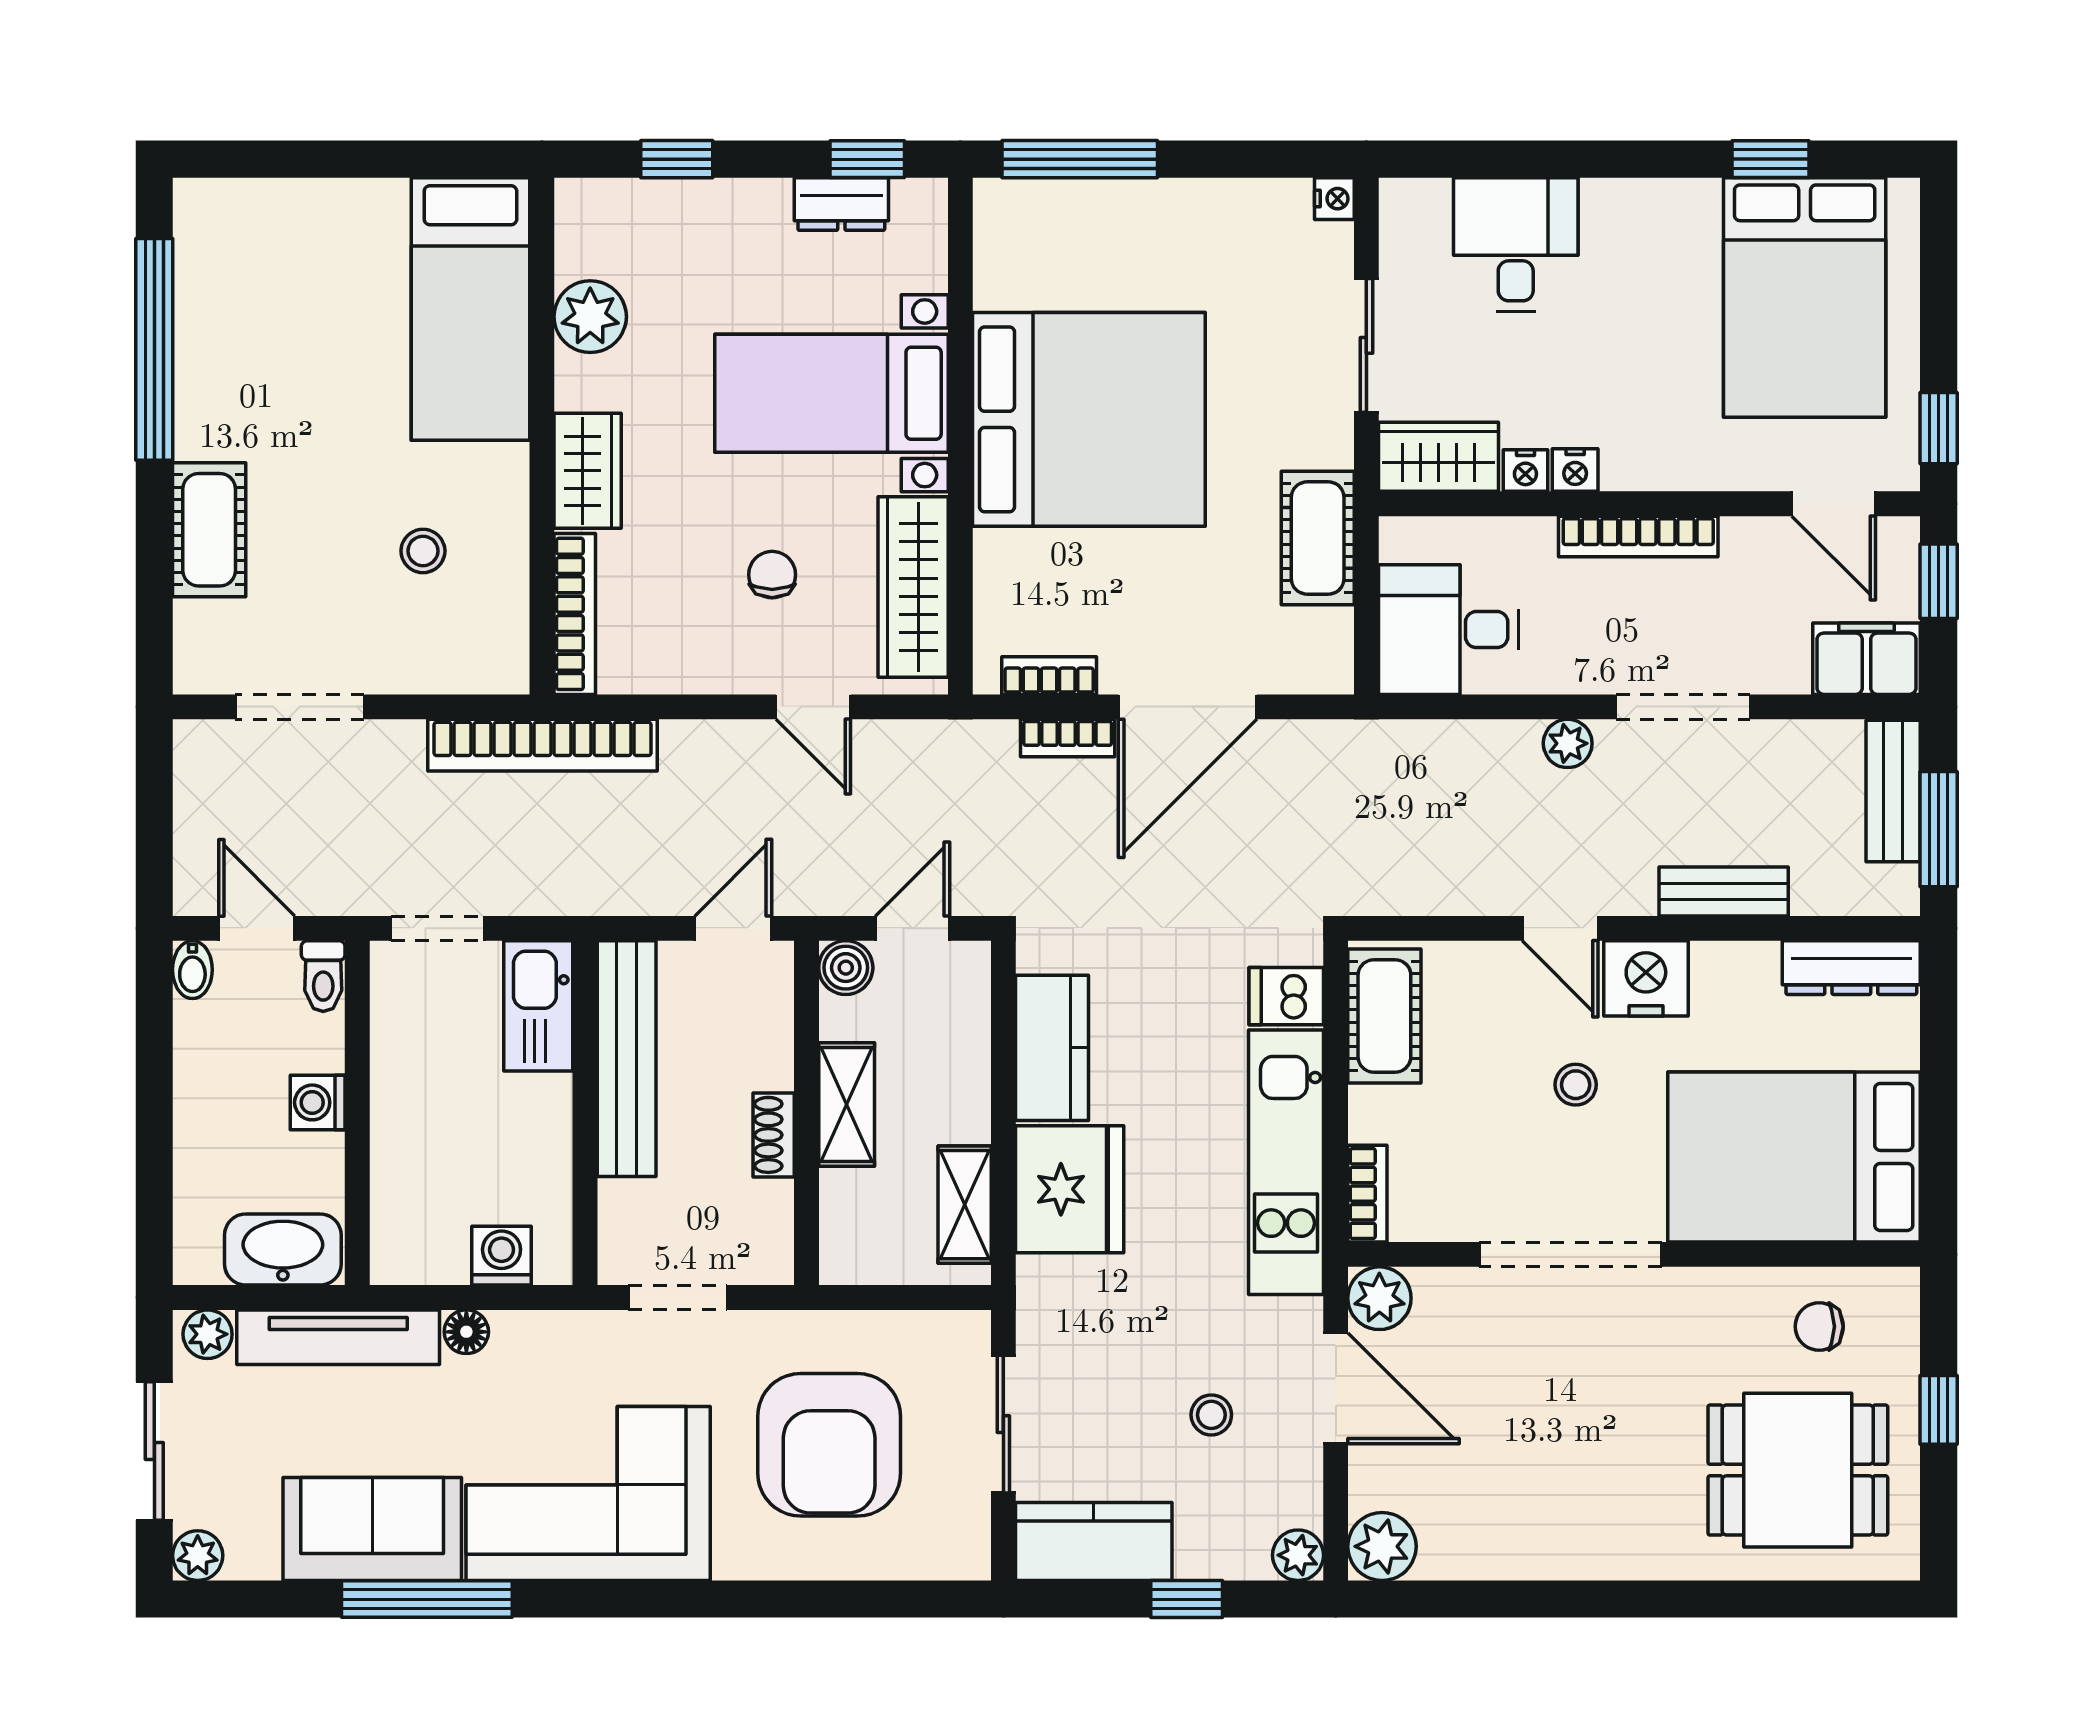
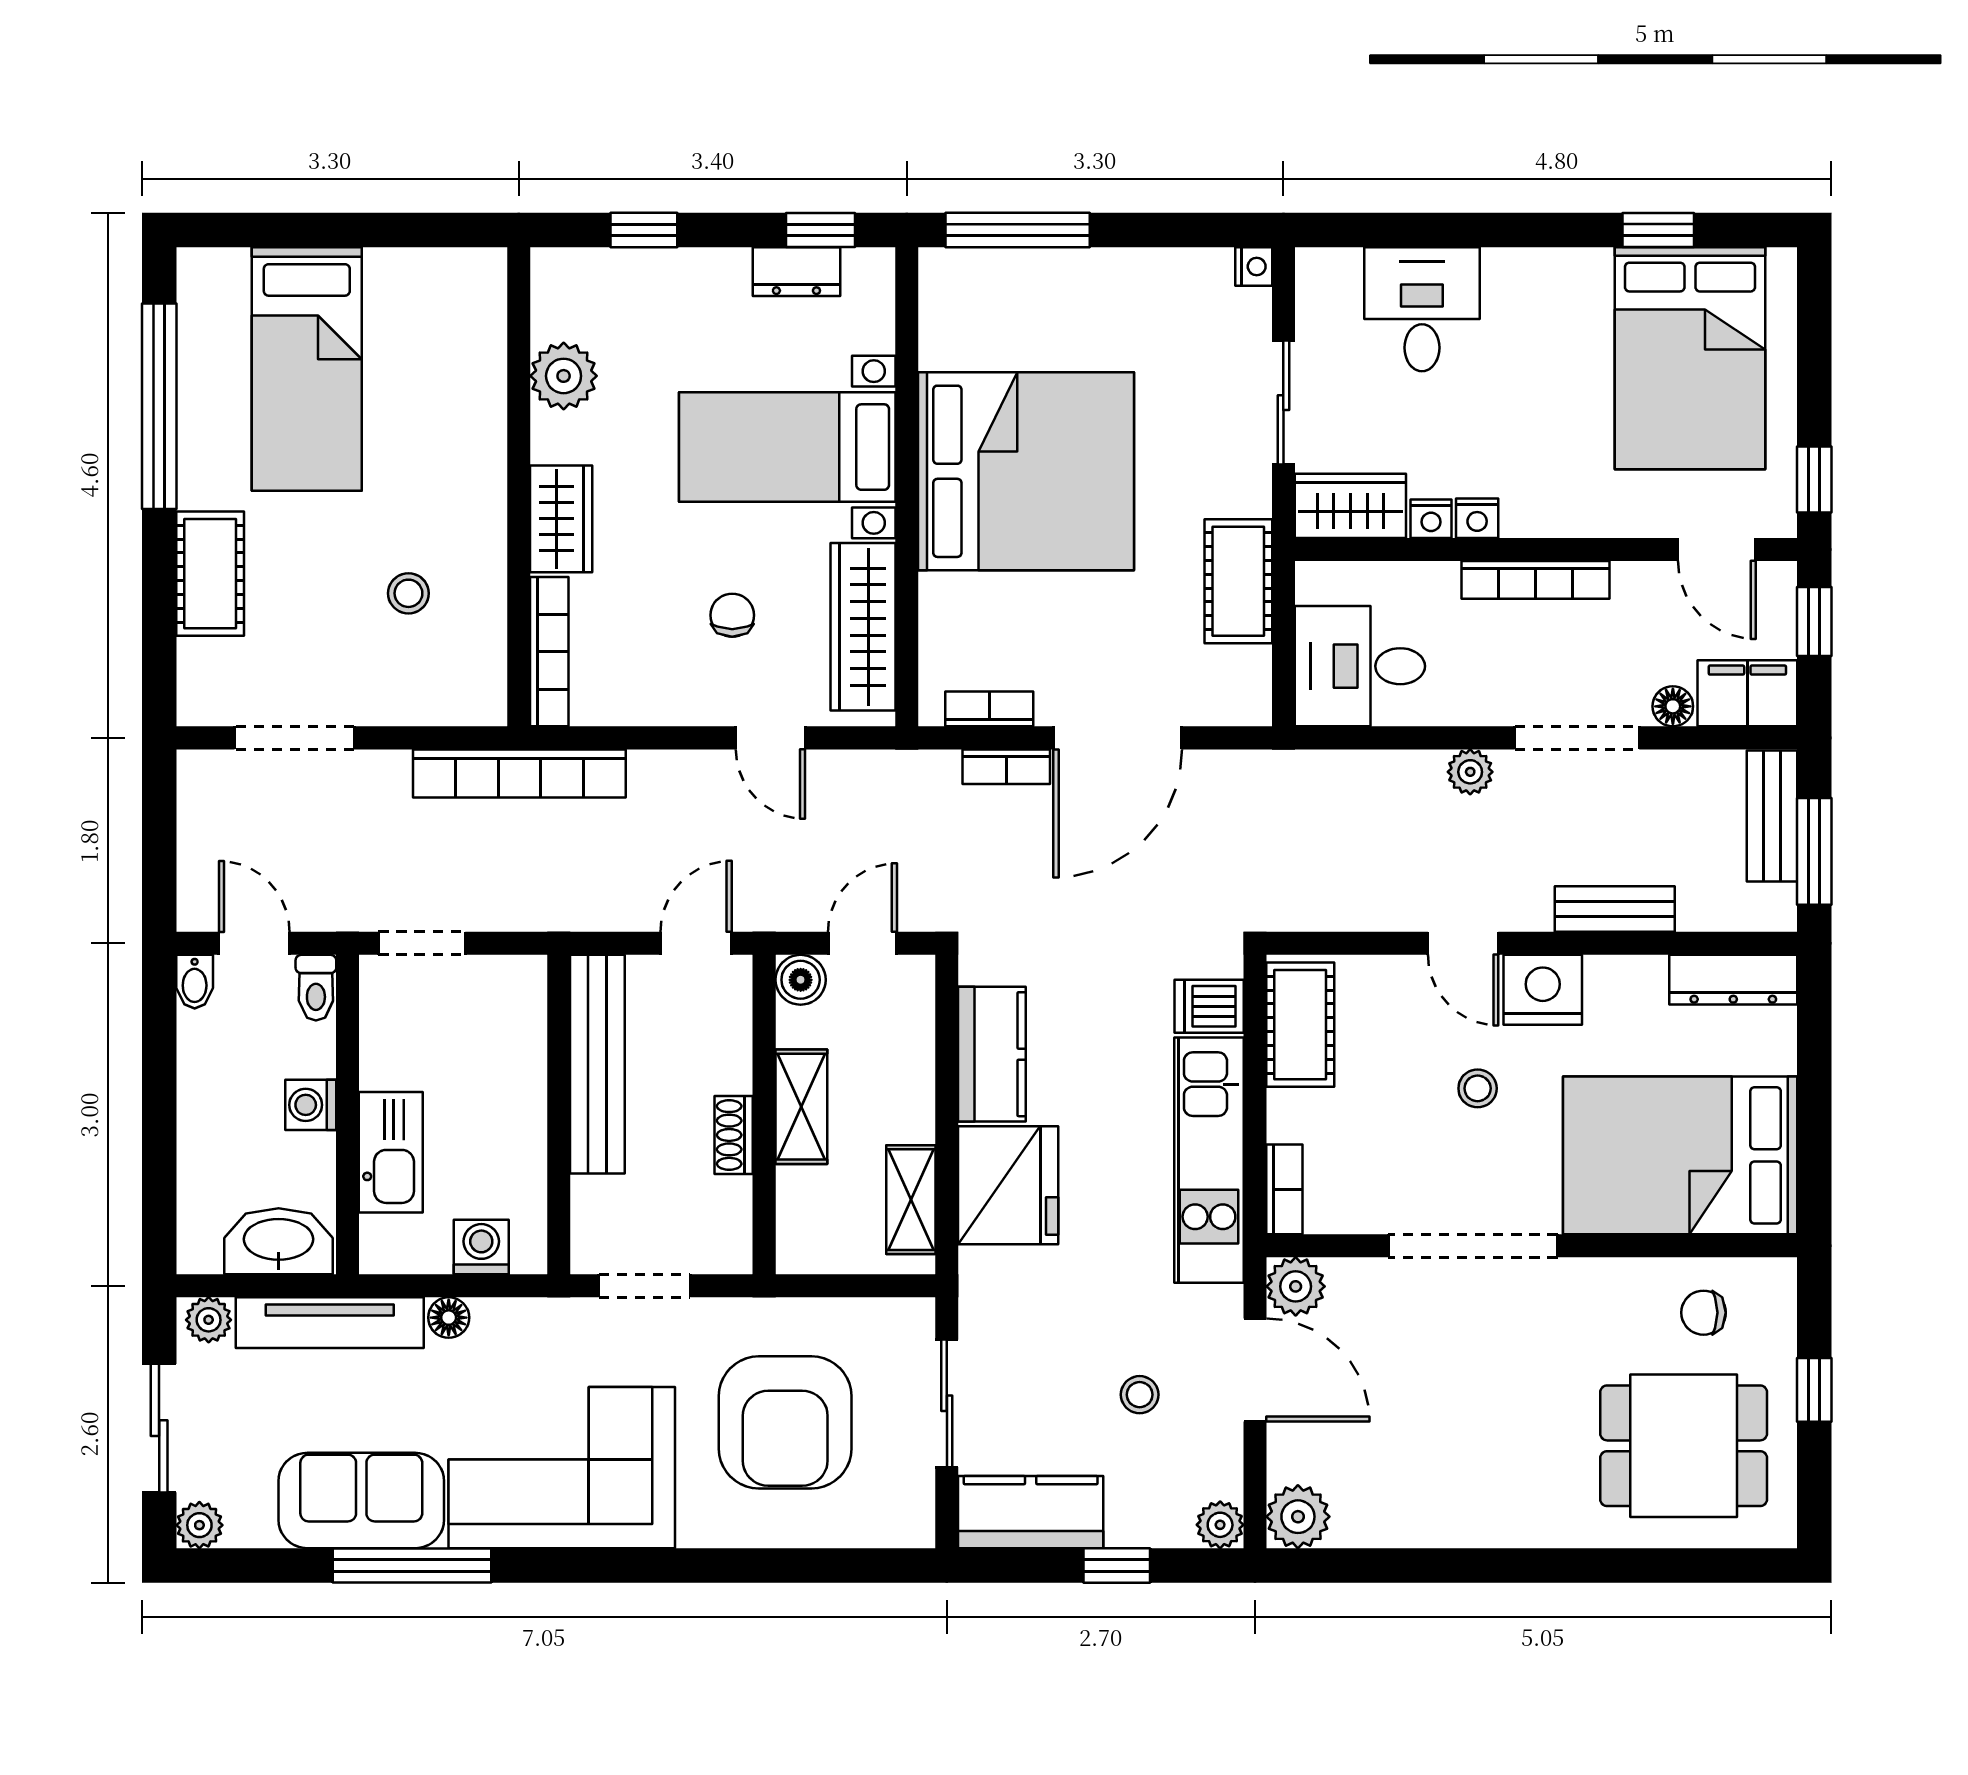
bed: (470, 309) -> (307, 369), moved
floor lamp: (1786, 673) -> (1673, 706), added
kitchen sink: (538, 1006) -> (391, 1152), moved, turned 180

